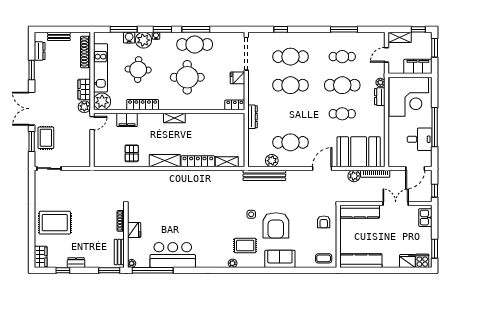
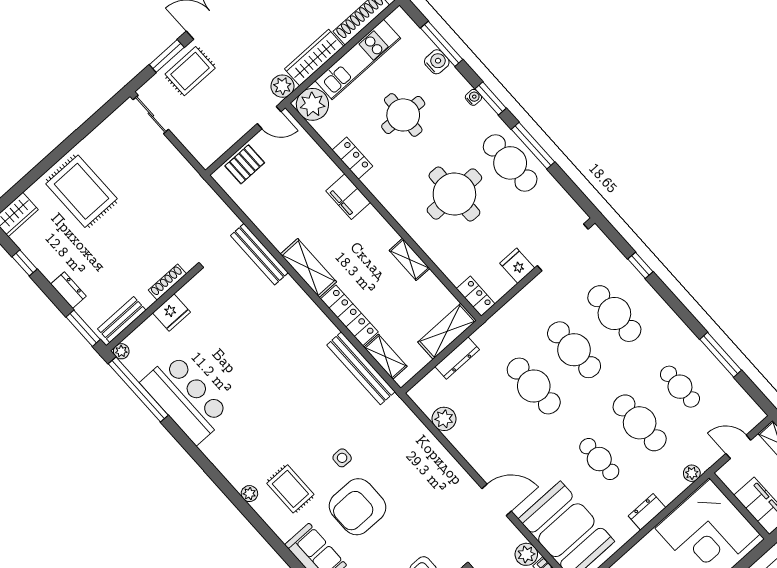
plant: (143, 40) -> (451, 85), removed
wardrobe: (84, 89) -> (314, 58), width x1.50
dresser: (380, 97) -> (647, 512), moved
locker: (143, 105) -> (352, 158), width x0.66
dresser: (253, 117) -> (457, 358), moved
shelving: (174, 118) -> (409, 259), moved
filing cabinet: (127, 120) -> (348, 197), moved
shelving: (239, 128) -> (447, 331), added
cafe table: (290, 142) -> (534, 386), moved
pallet: (132, 153) -> (245, 164), moved
bench: (142, 175) -> (259, 254), added
bench: (264, 175) -> (361, 368), moved
dresser: (76, 263) -> (68, 290), moved

